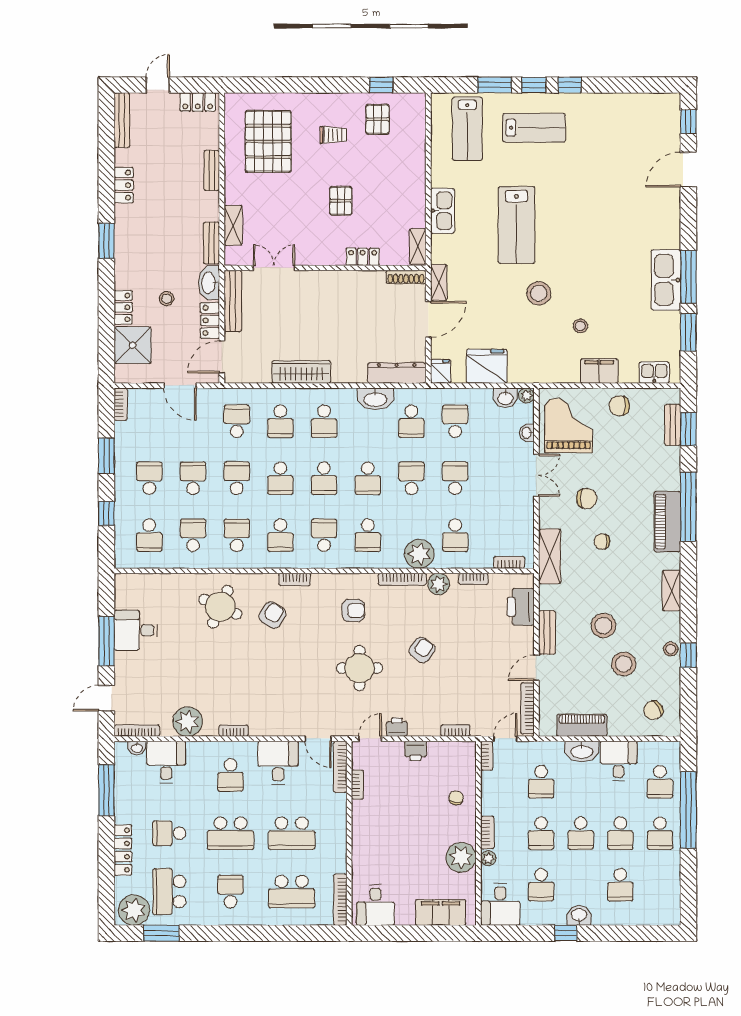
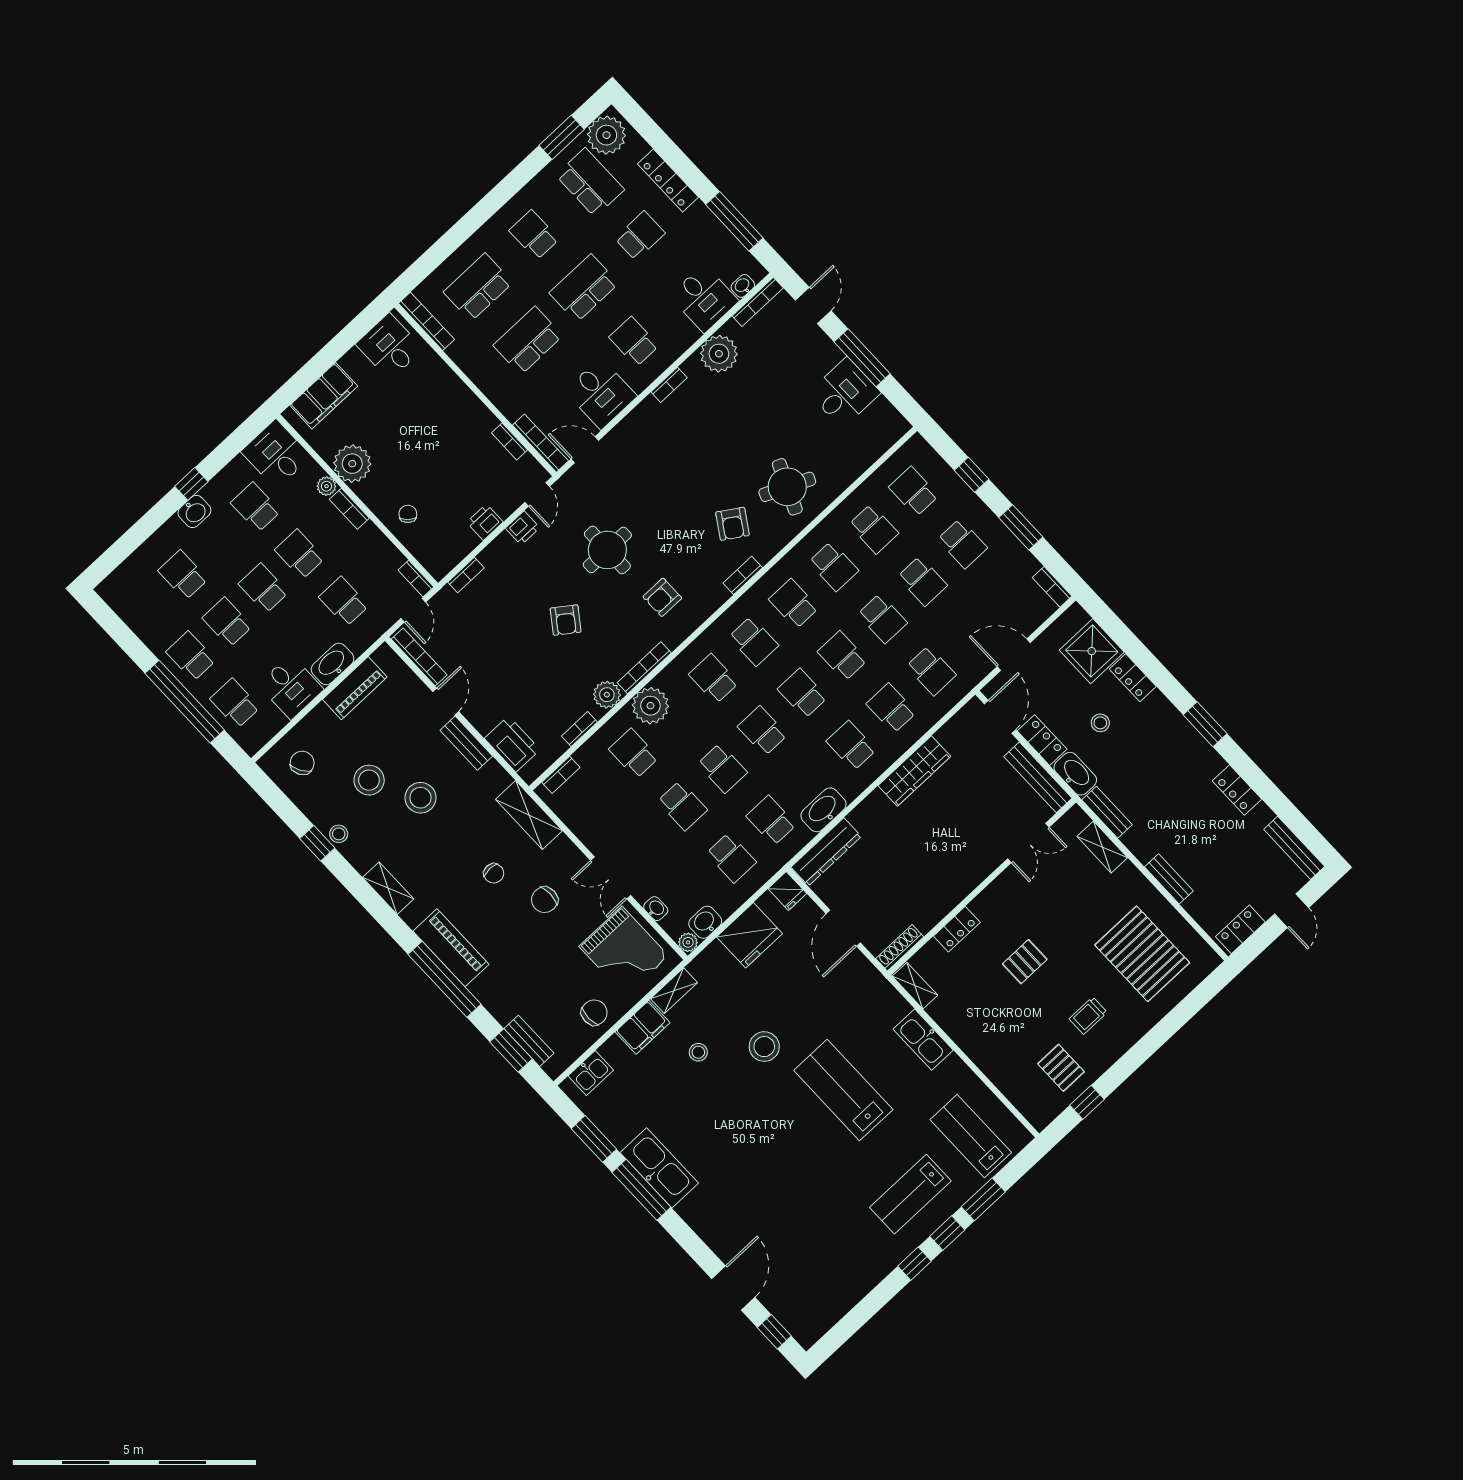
pallet: (341, 201) -> (1025, 962), turned 90
shelving: (439, 282) -> (674, 991), moved, turned 90
chair: (602, 542) -> (494, 873), turned 90
chair: (456, 798) -> (408, 514), turned -145
school desk: (230, 892) -> (534, 235), turned 180

